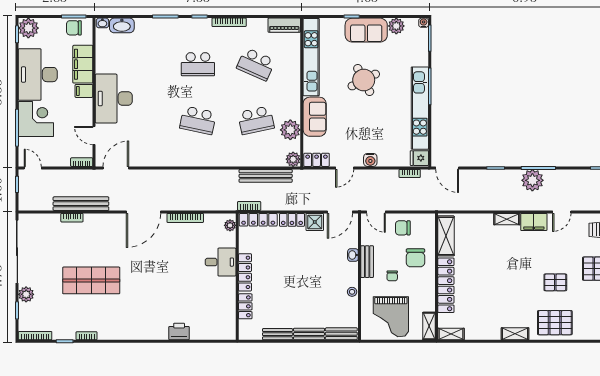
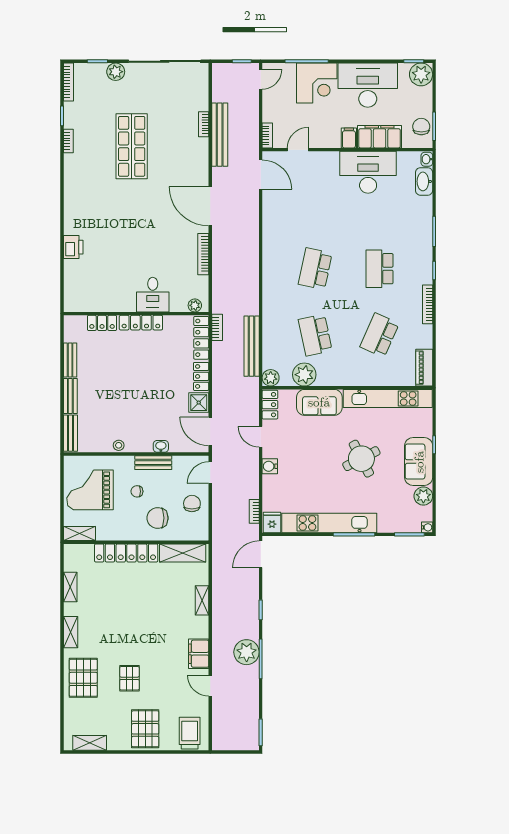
desk: (114, 98) -> (368, 172), moved
shelving: (507, 219) -> (202, 600), moved
shelving: (451, 334) -> (70, 587), moved

